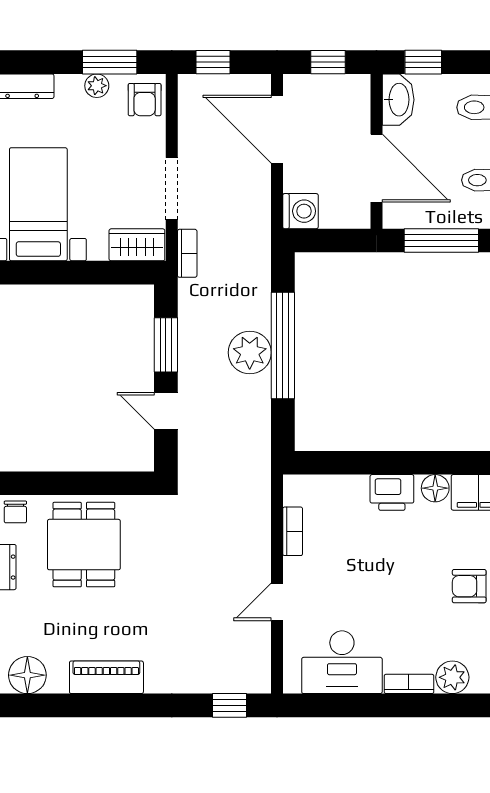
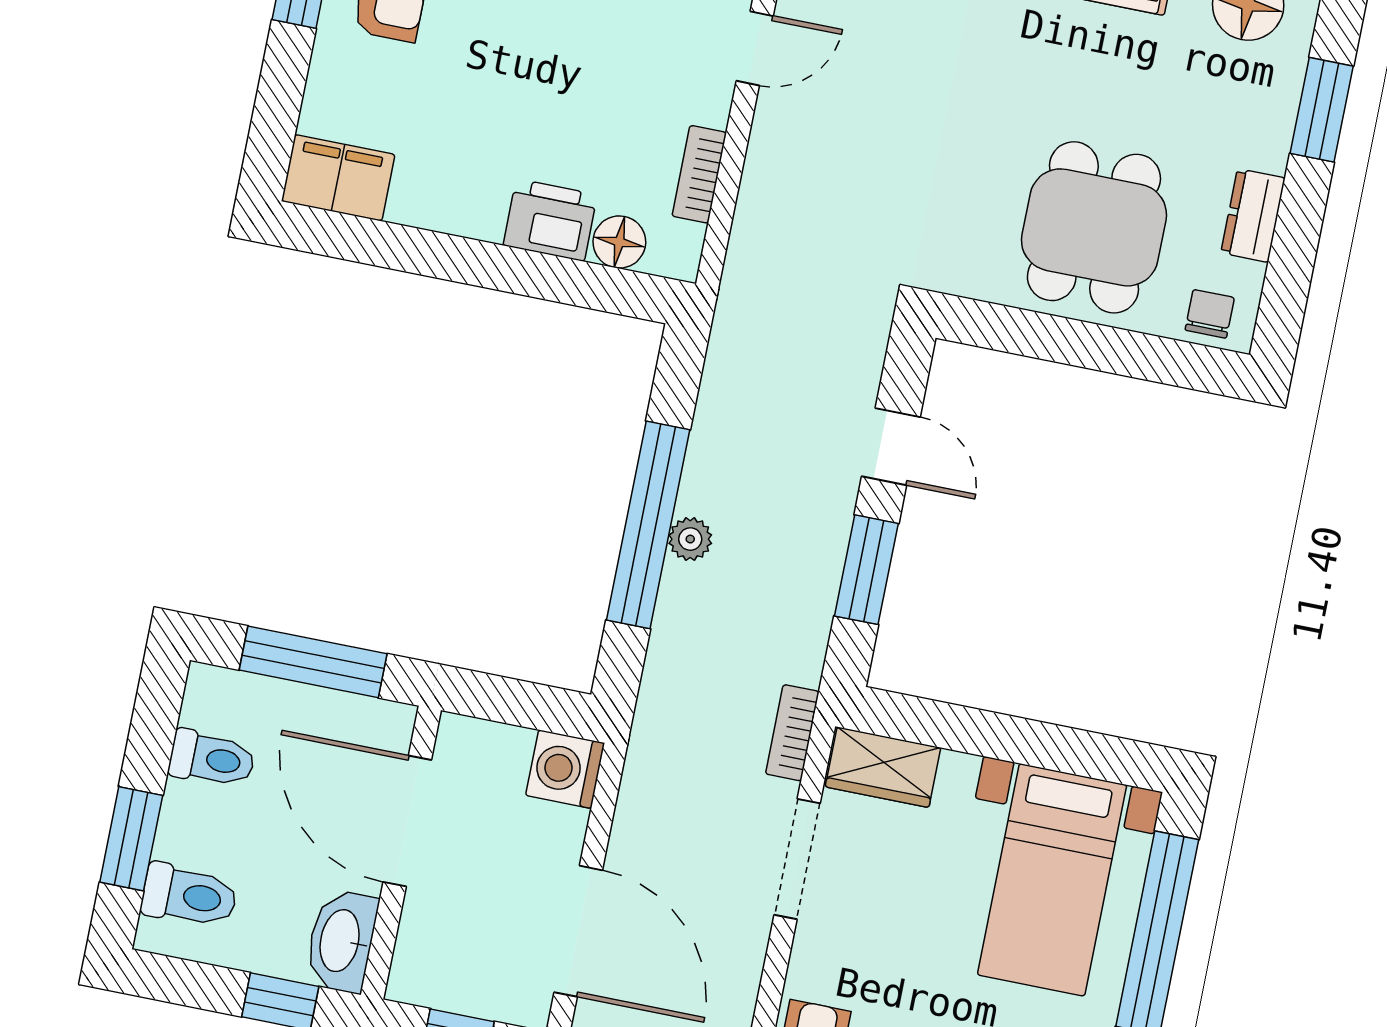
plant: (250, 353) -> (690, 539), width x0.53, depth x0.53
floor lamp: (435, 488) -> (619, 242), moved
printer: (392, 492) -> (550, 220), moved

